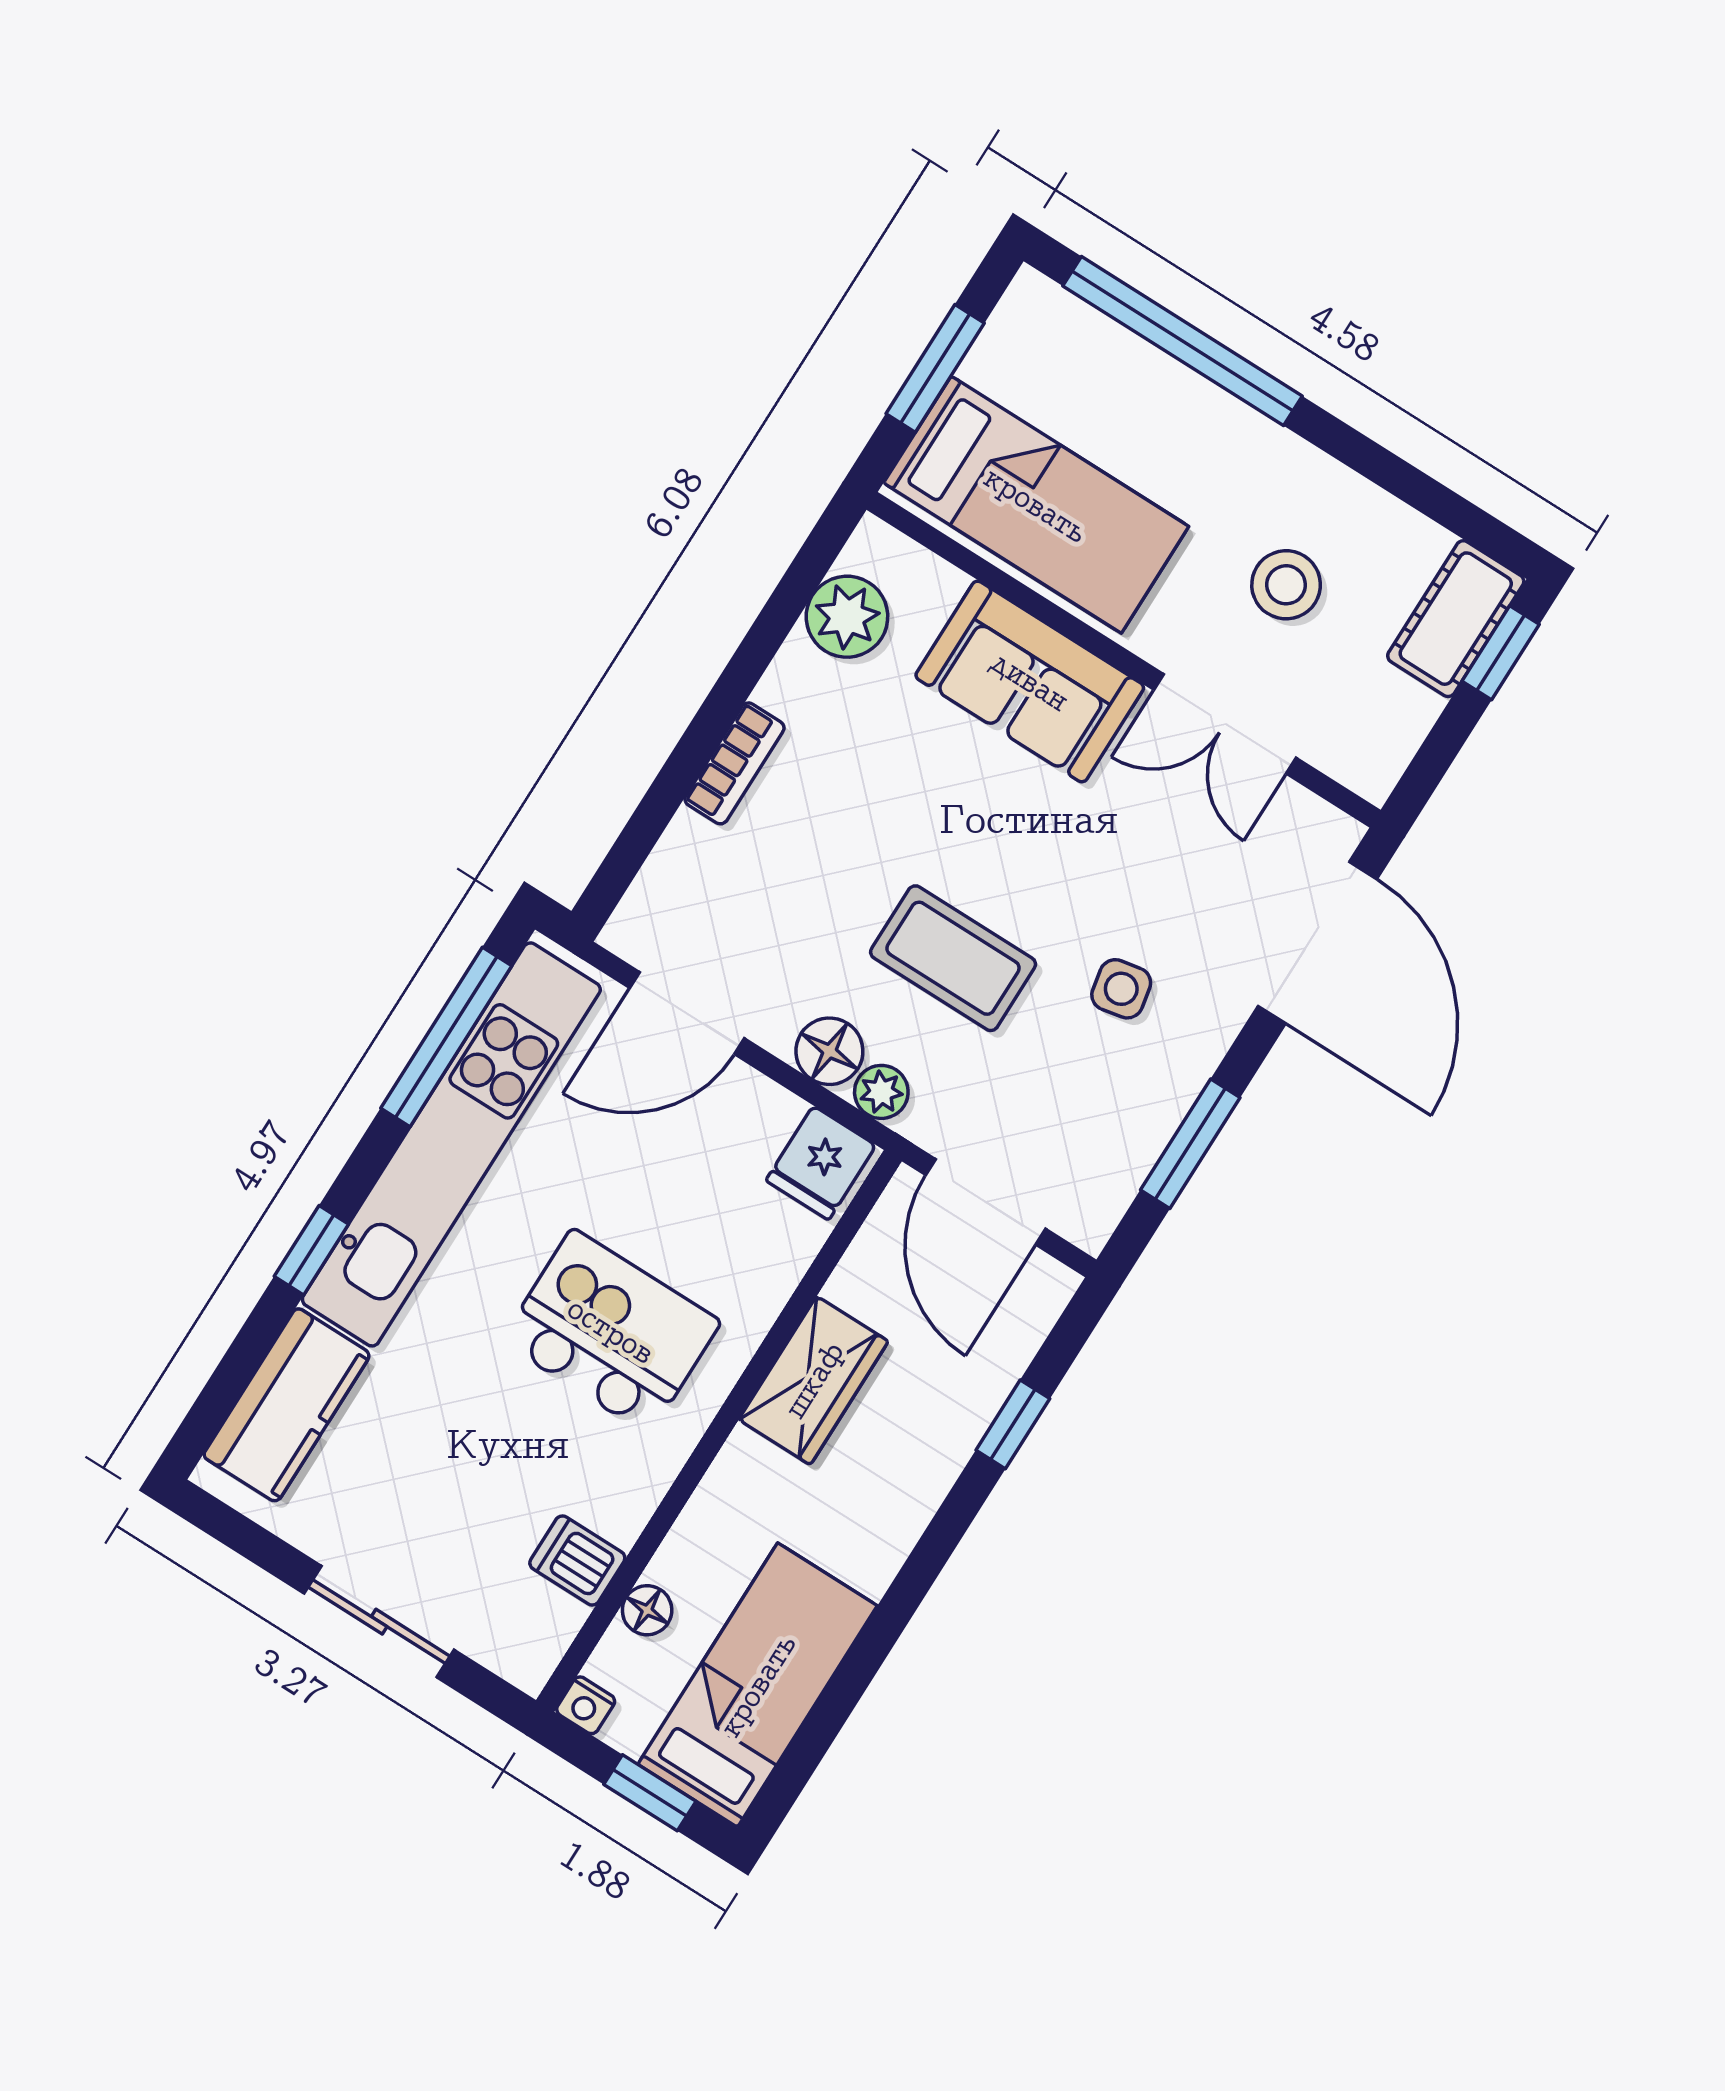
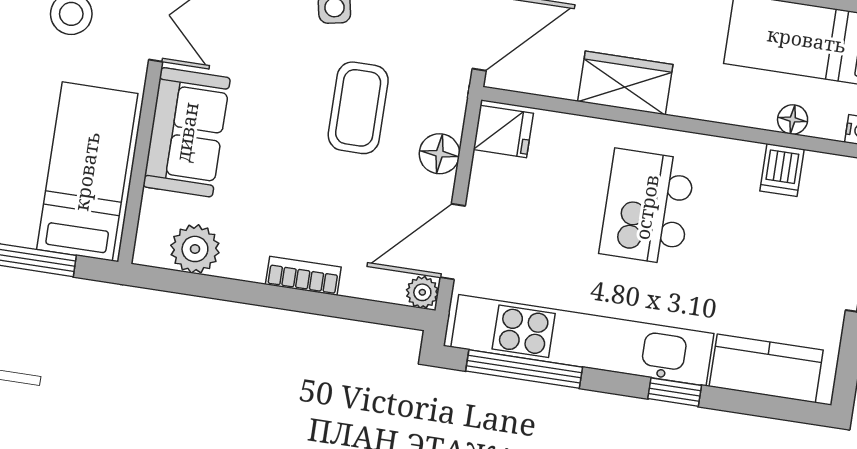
door: (687, 1013) -> (453, 242), swing flipped
plant: (881, 1092) -> (422, 292), moved

